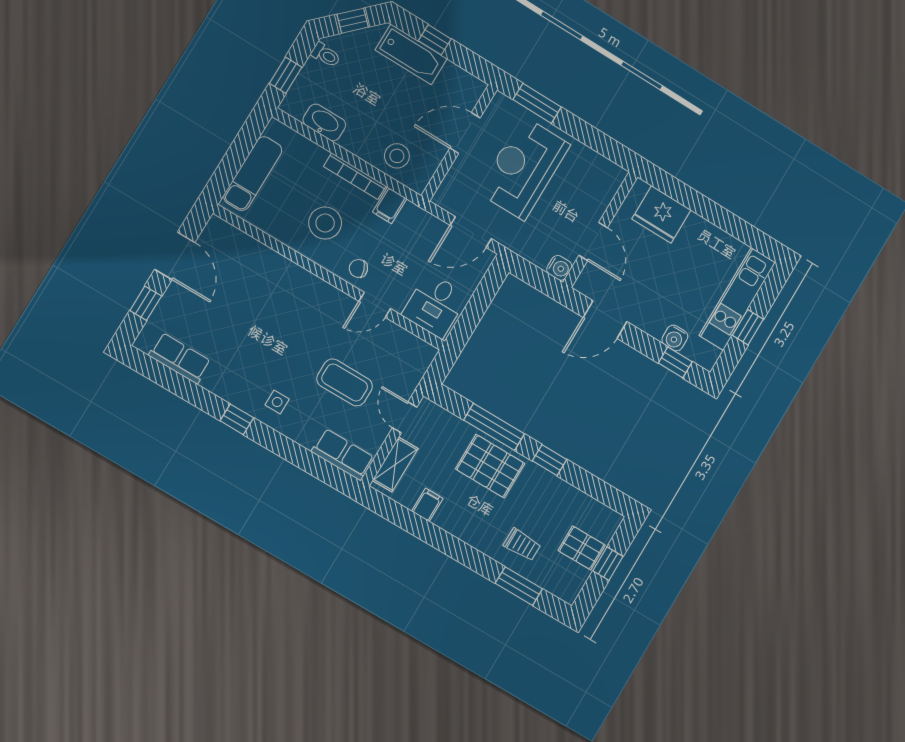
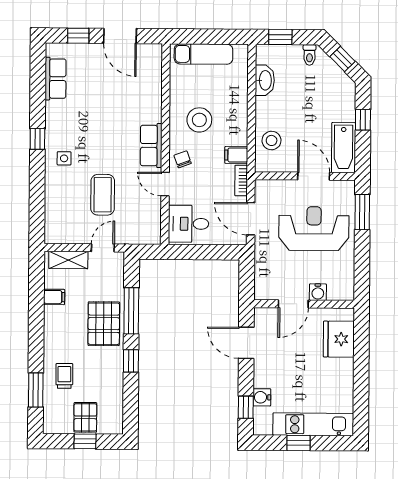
bathtub: (411, 54) -> (344, 148), moved
bookcase: (355, 176) -> (241, 180), moved, width x0.64
door: (175, 256) -> (120, 36), hinge flipped
water cooler: (559, 268) -> (318, 292), moved
row of seats: (343, 455) -> (151, 145), moved, turned 180
trolley: (522, 545) -> (64, 376), turned 180

